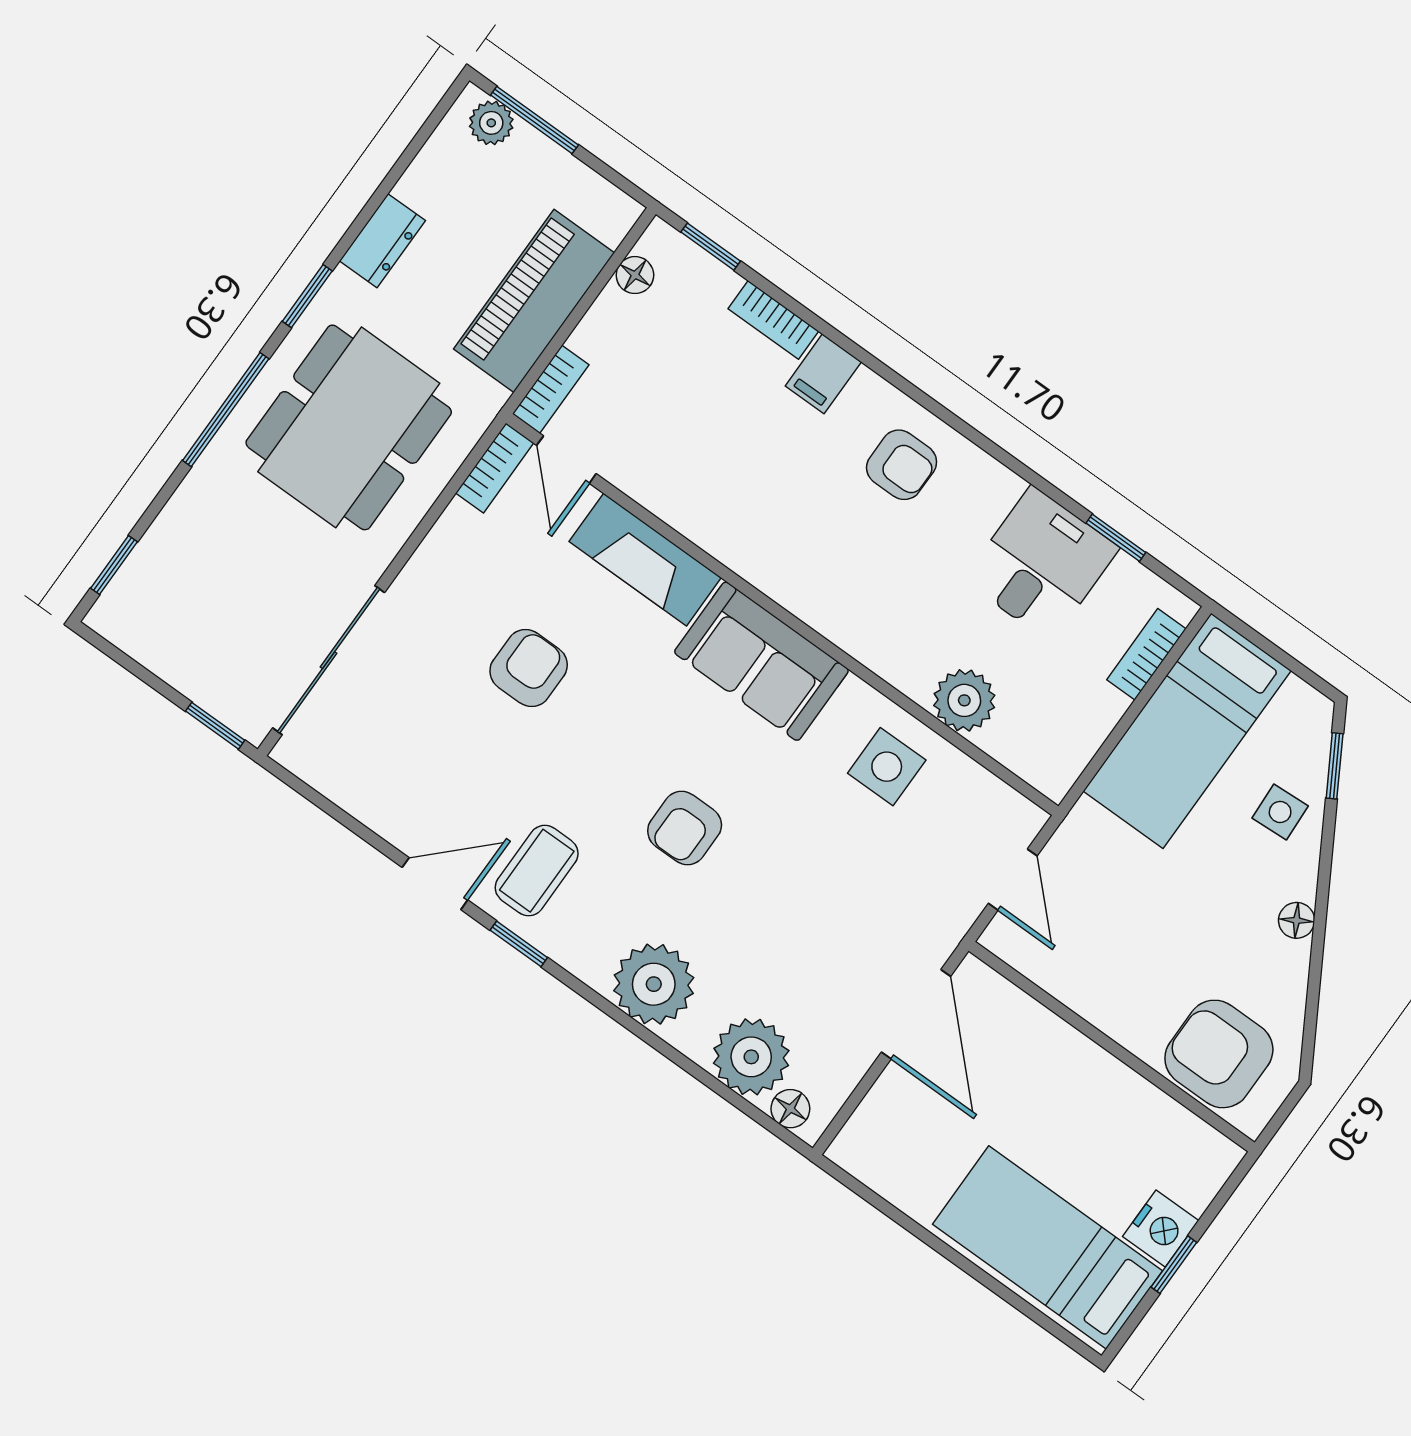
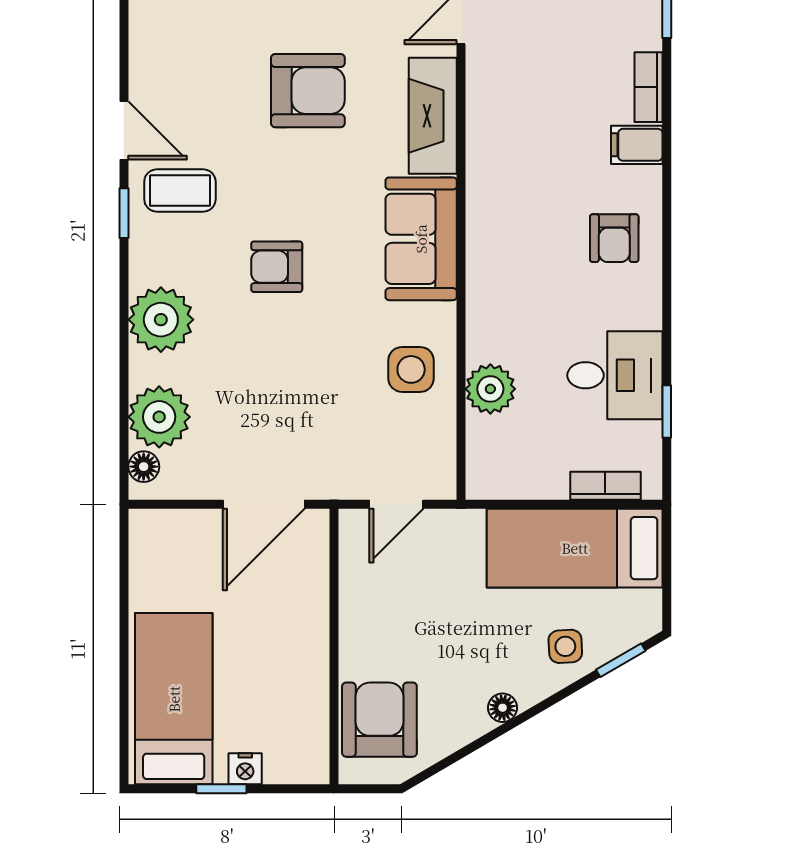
armchair: (529, 668) -> (308, 91), width x1.38, depth x1.38
nightstand: (1161, 1229) -> (245, 769), width x0.72, depth x0.74

